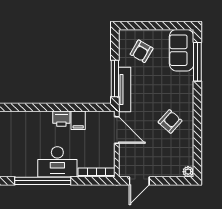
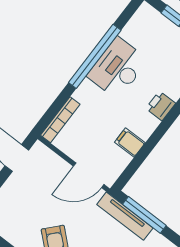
printer: (61, 119) -> (161, 106), moved
desk: (57, 162) -> (118, 68), moved

